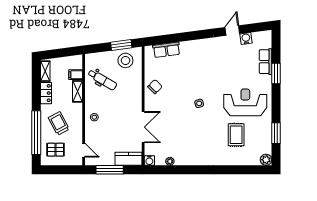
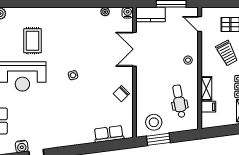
dental chair: (102, 80) -> (179, 101), turned 50

